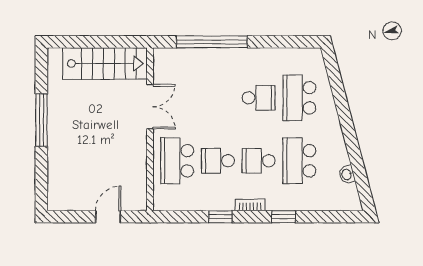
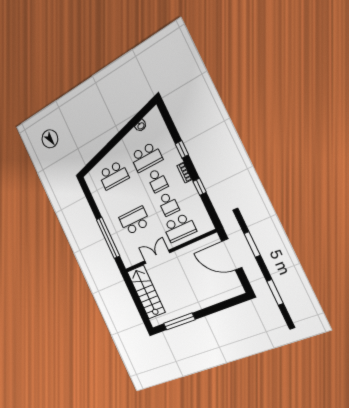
school desk: (259, 98) -> (135, 221), moved, width x1.85
window: (41, 120) -> (179, 322), moved
door: (108, 217) -> (232, 254), width x1.88

